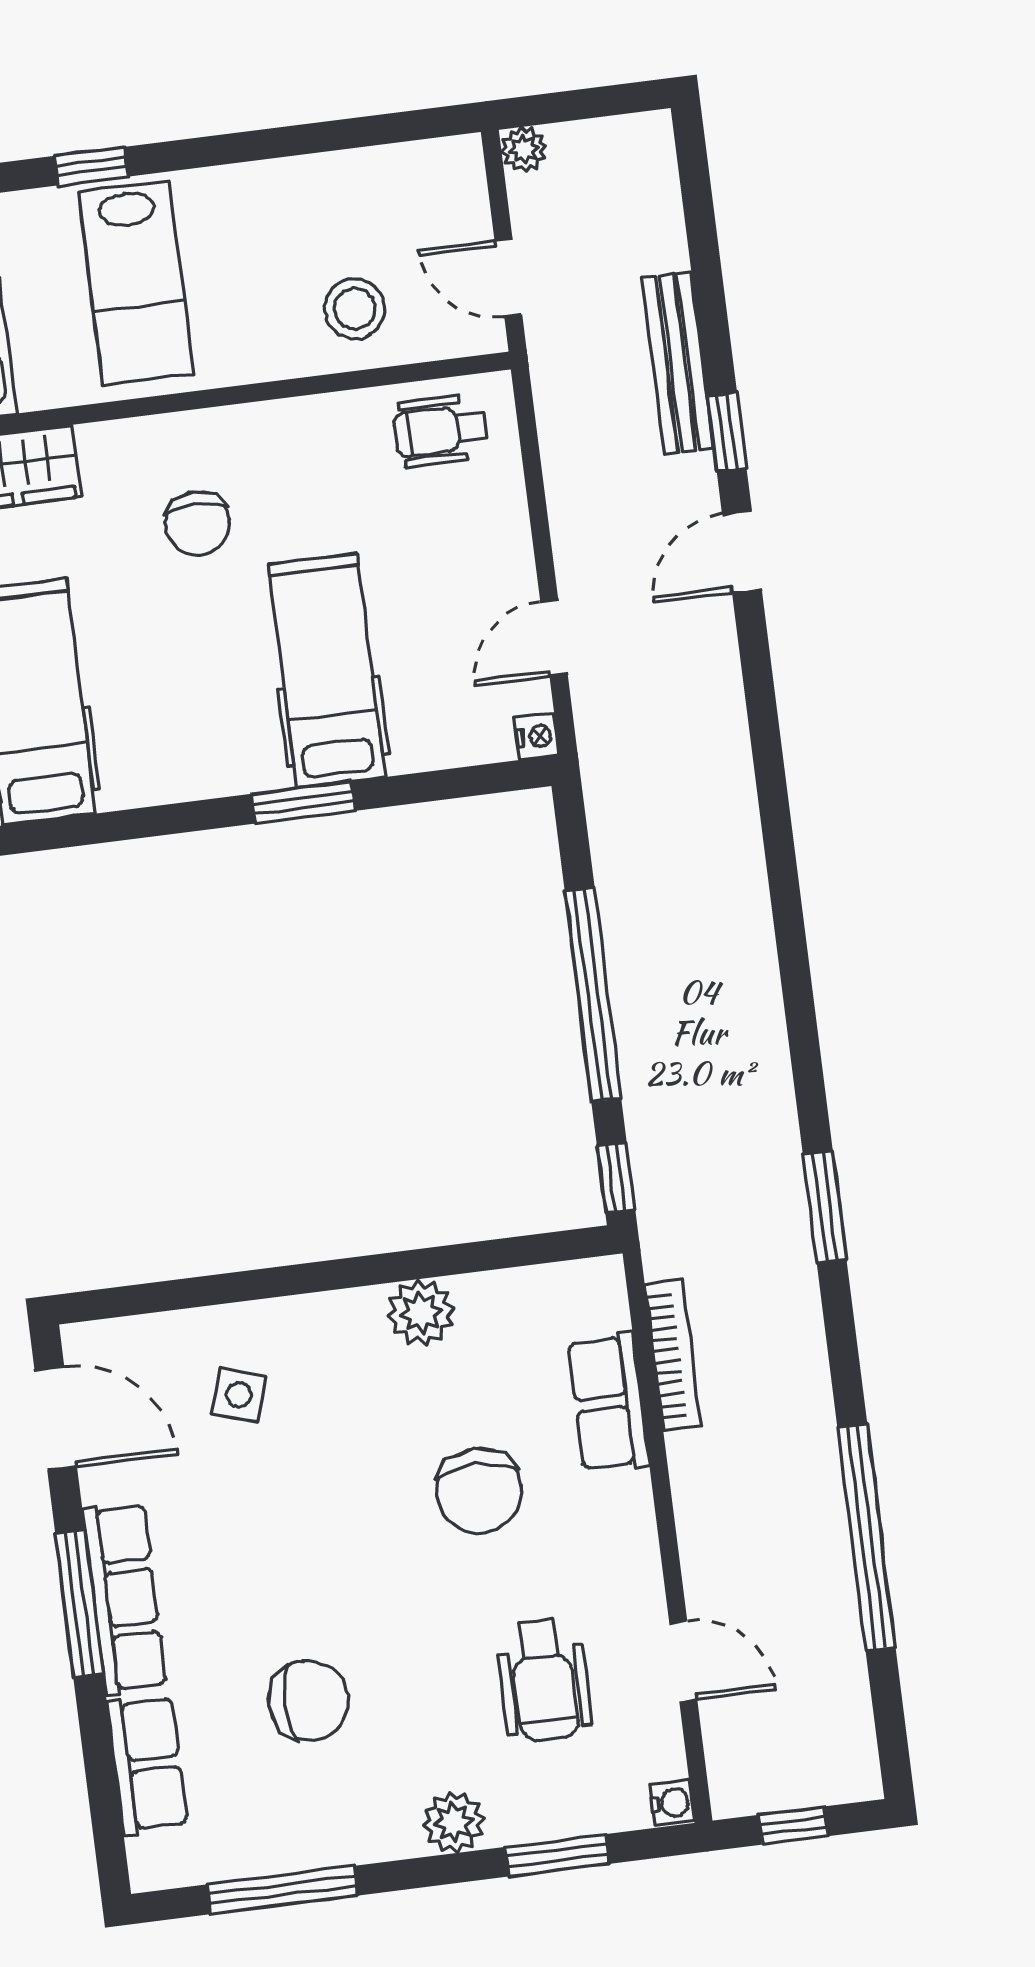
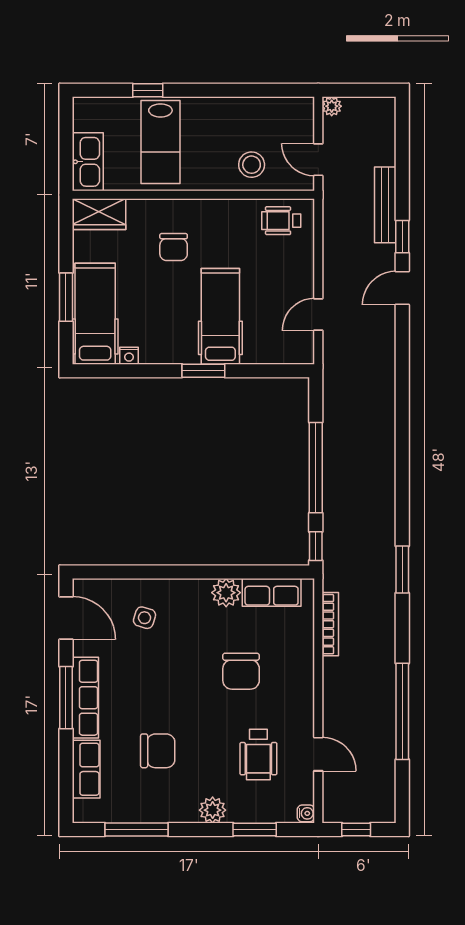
nightstand: (537, 736) -> (129, 356), moved, turned 90
row of seats: (608, 1402) -> (272, 592), moved, turned -90

